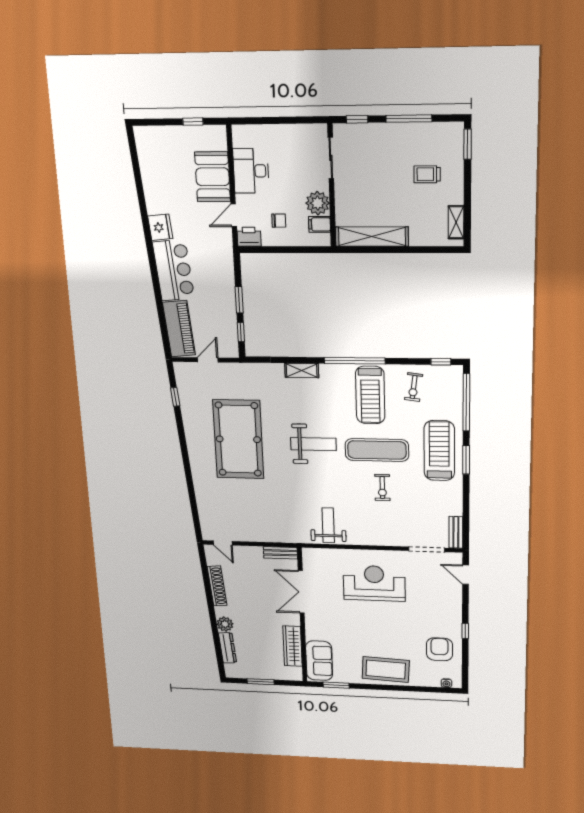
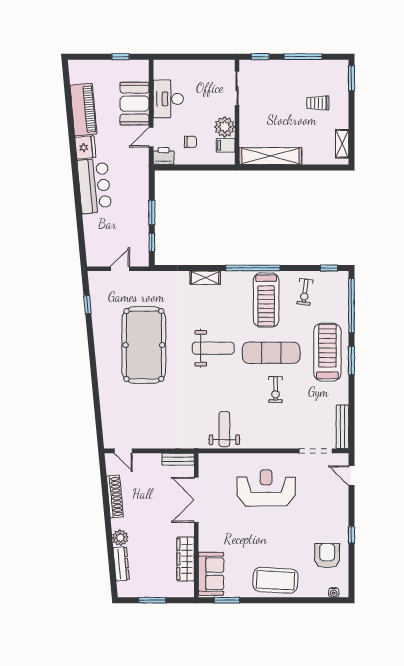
piano: (179, 329) -> (83, 110), moved
bench: (456, 532) -> (342, 427), width x1.36

